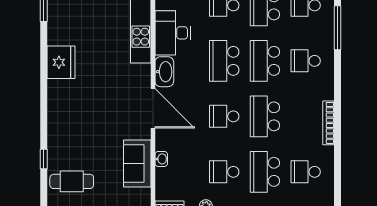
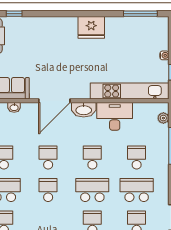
school desk: (224, 61) -> (92, 158), width x0.54
school desk: (265, 116) -> (48, 190), width x0.54

